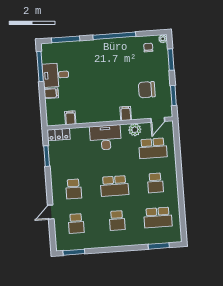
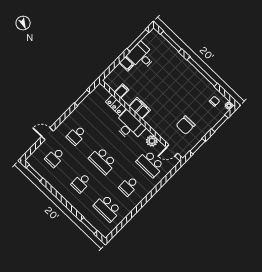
chair: (147, 90) -> (186, 125), turned -90
filing cabinet: (126, 114) -> (140, 108), moved, width x2.00
locker: (59, 135) -> (116, 105), moved

